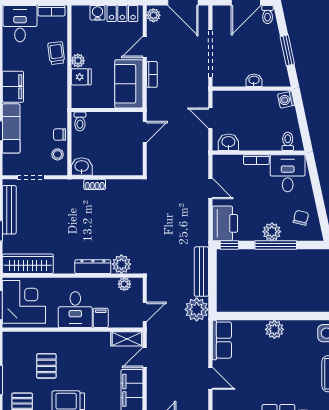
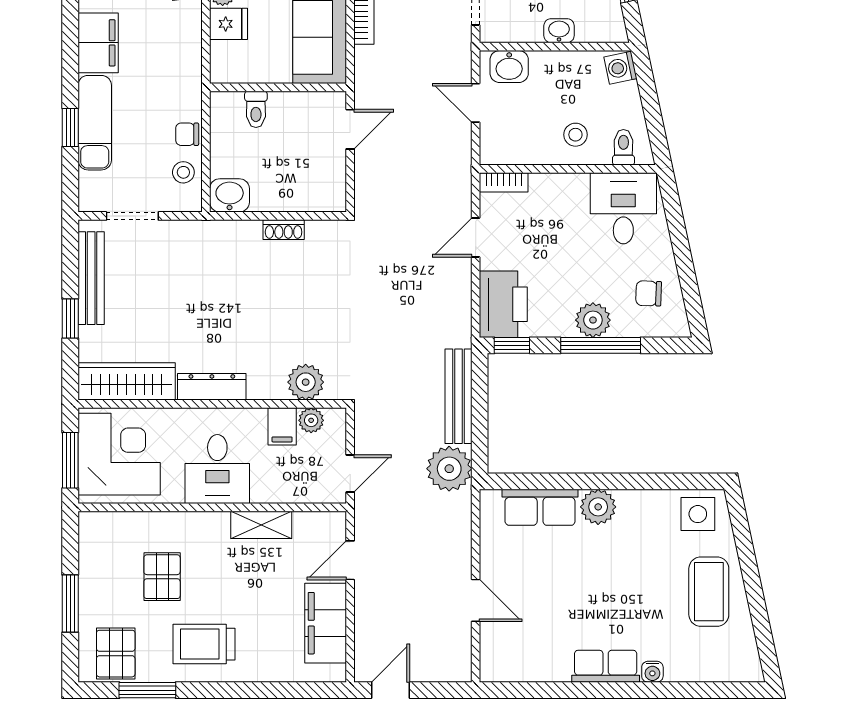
toilet: (80, 121) -> (256, 109), moved
stool: (263, 135) -> (575, 135), added
washbasin: (228, 142) -> (509, 67), moved, turned 180
bookcase: (256, 160) -> (504, 182), moved
shoe rack: (95, 184) -> (284, 230), moved
door: (210, 189) -> (476, 238), swing flipped
chair: (301, 218) -> (649, 293), turned -102
dresser: (93, 267) -> (212, 387), moved
filing cabinet: (101, 318) -> (282, 426), moved, turned 180
shelving: (127, 339) -> (261, 525), moved
row of seats: (222, 340) -> (540, 507), moved, turned 90

